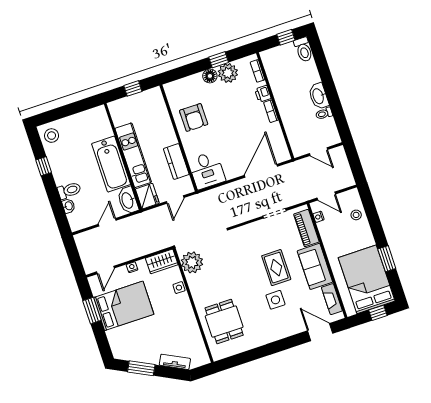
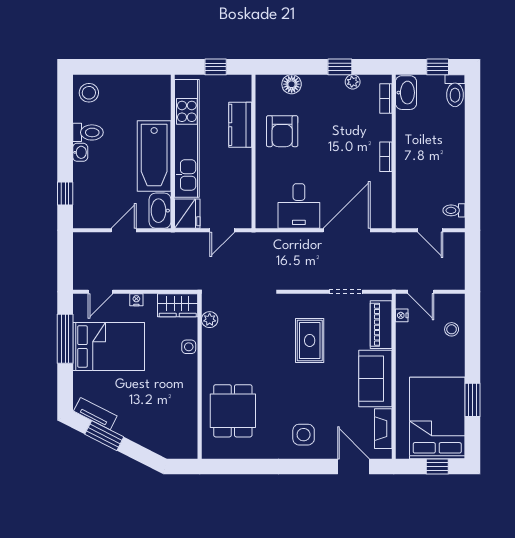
plant: (228, 73) -> (353, 82), width x0.53, depth x0.53
floor lamp: (210, 76) -> (292, 84), moved
printer: (263, 94) -> (383, 131), removed
washbasin: (319, 96) -> (406, 93), moved, turned 180
toilet: (324, 114) -> (454, 210), moved
kitchen unit: (133, 155) -> (187, 138), width x1.36
kitchen counter: (176, 161) -> (240, 125), moved
window: (44, 166) -> (65, 194), moved
desk: (207, 170) -> (299, 206), moved
toilet: (69, 190) -> (88, 132), moved
washbasin: (68, 206) -> (80, 152), moved
plant: (192, 262) -> (210, 320), width x0.53, depth x0.53
rug: (276, 268) -> (310, 340), moved
side table: (275, 300) -> (304, 435), moved
window: (92, 311) -> (65, 339), width x1.44
tv unit: (175, 362) -> (95, 414), moved

